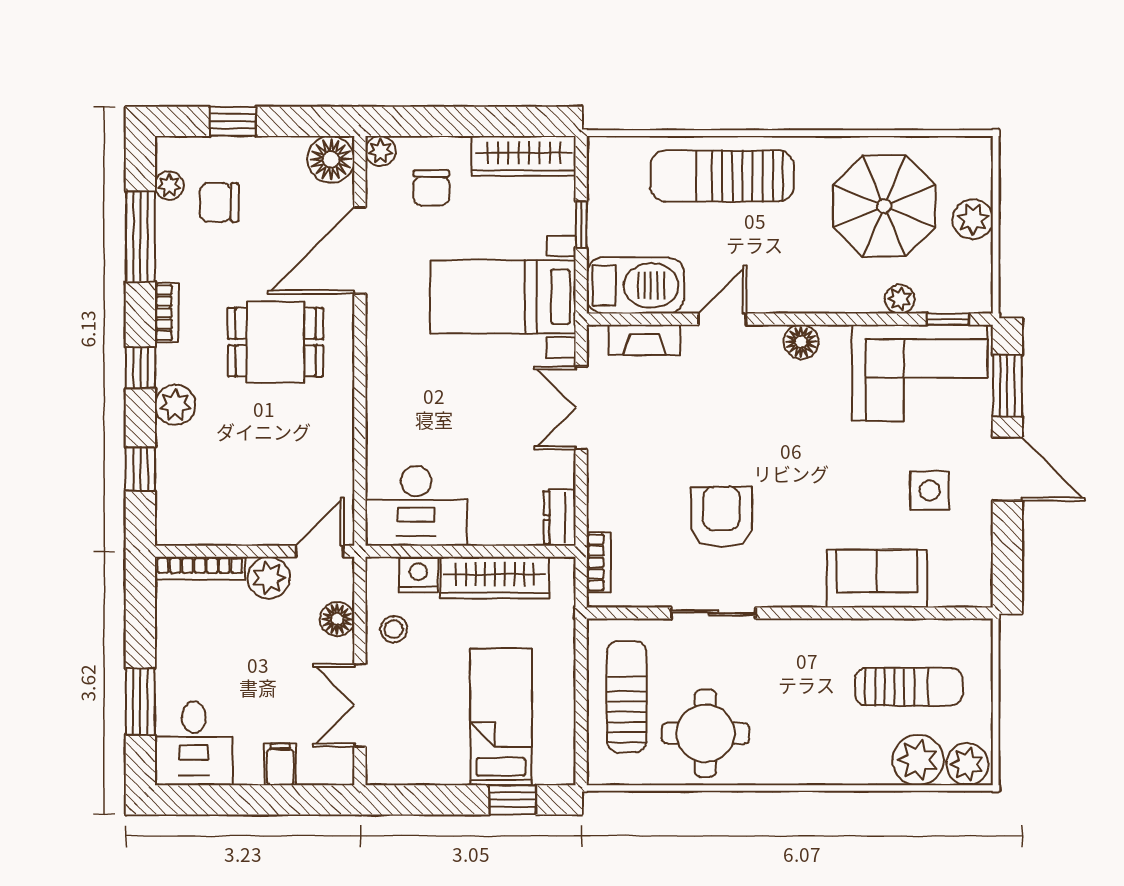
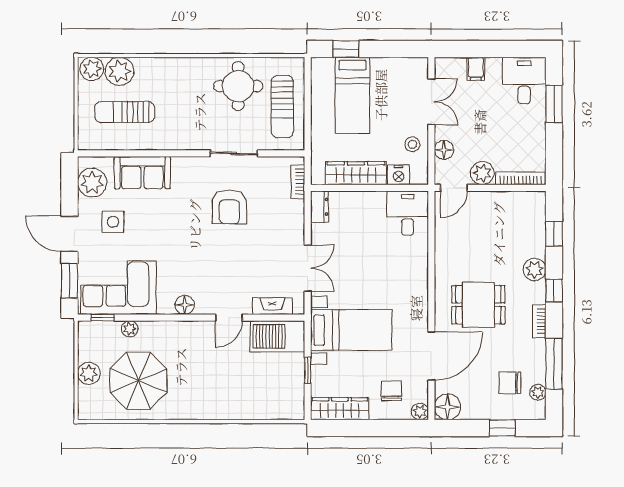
sun lounger: (722, 176) -> (229, 398), removed
chair: (219, 202) -> (510, 383), turned 180
desk: (416, 506) -> (408, 213), width x0.73
plant: (967, 561) -> (92, 183), added

